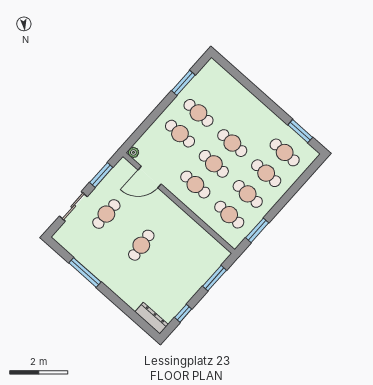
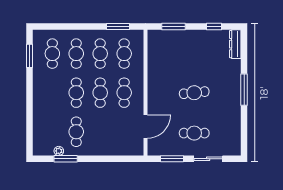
cafe table: (180, 134) -> (100, 132), removed
plant: (133, 152) -> (59, 151), moved
door: (150, 177) -> (146, 126), hinge flipped
window: (85, 272) -> (244, 90), moved

